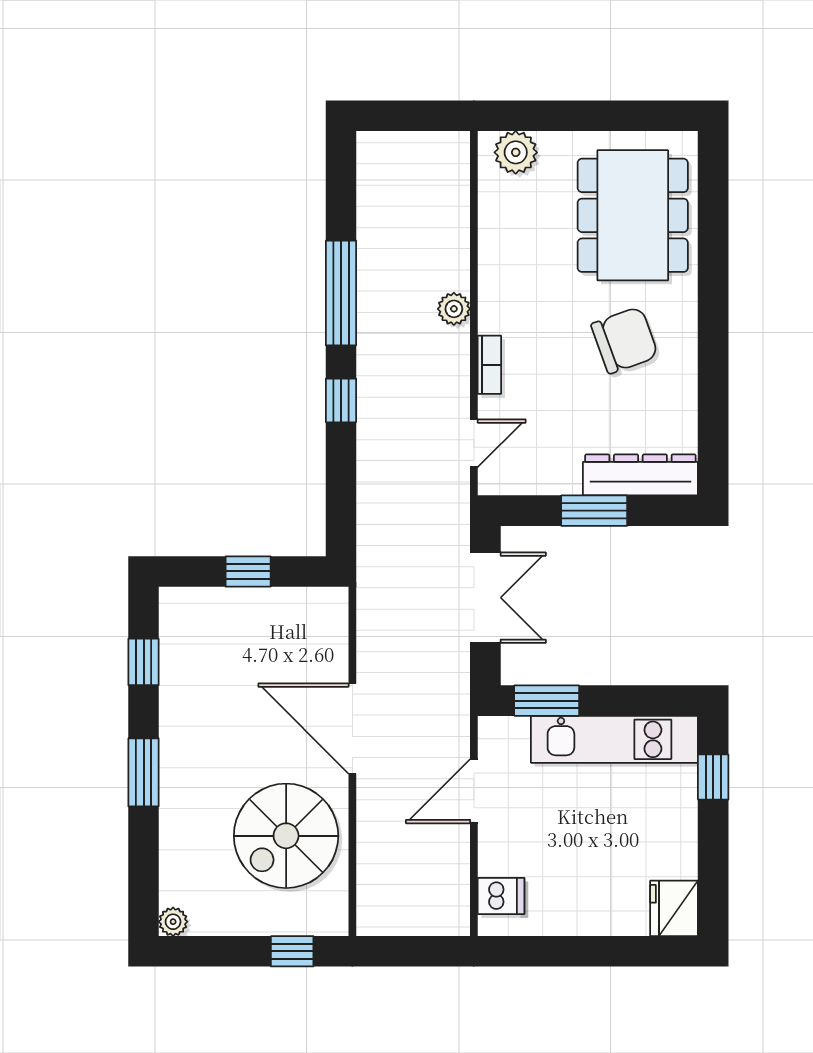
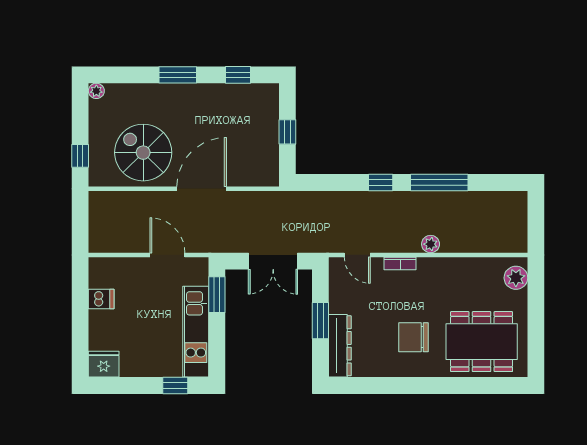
chair: (625, 340) -> (413, 337), turned 110
dishwasher: (501, 896) -> (101, 299), moved, turned -90

